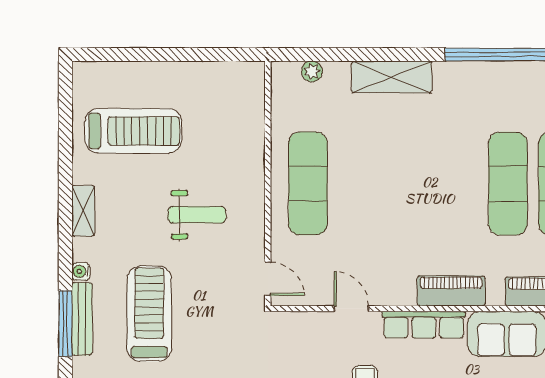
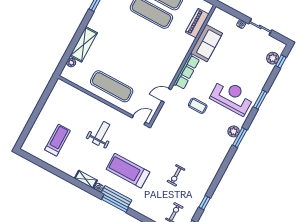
shelving: (392, 77) -> (84, 44), moved
treadmill: (133, 131) -> (58, 140), width x0.73, depth x0.73
shelving: (83, 211) -> (86, 179), moved
piano: (451, 291) -> (180, 55), removed

